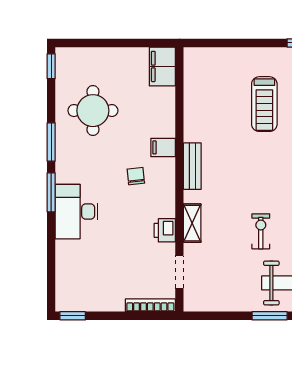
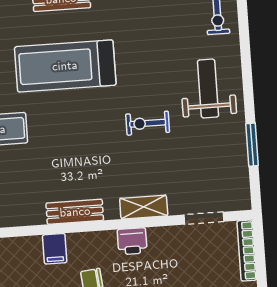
printer: (165, 230) -> (132, 241), moved
window: (270, 316) -> (252, 145), moved

